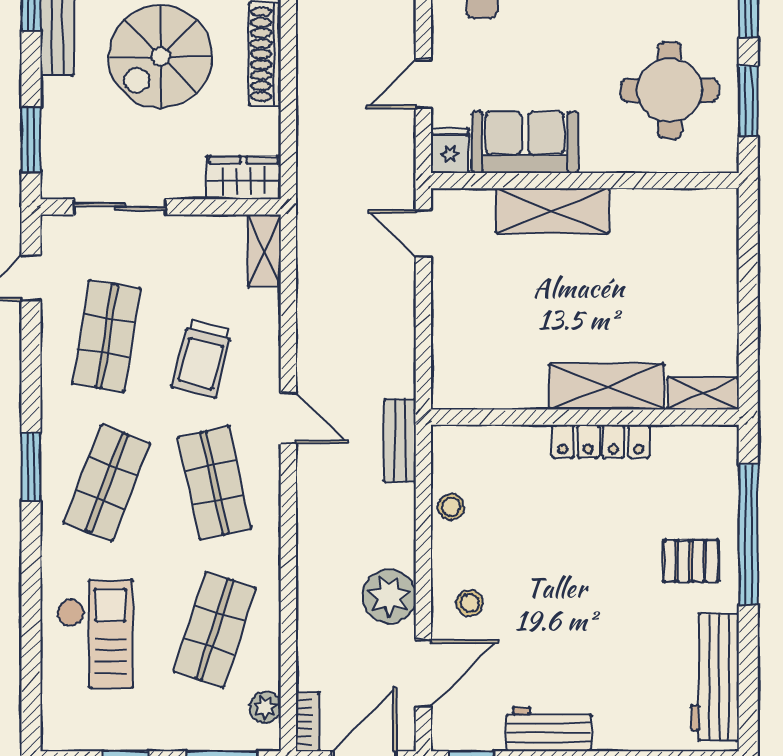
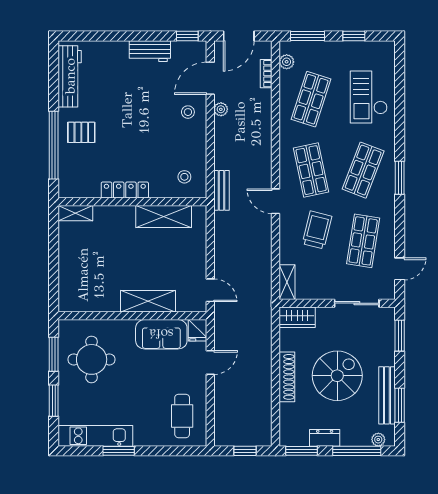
shelving: (607, 387) -> (164, 216), moved
stool: (451, 507) -> (184, 177), moved
plant: (389, 596) -> (221, 109), width x0.53, depth x0.53
bookcase: (308, 722) -> (266, 74), moved

